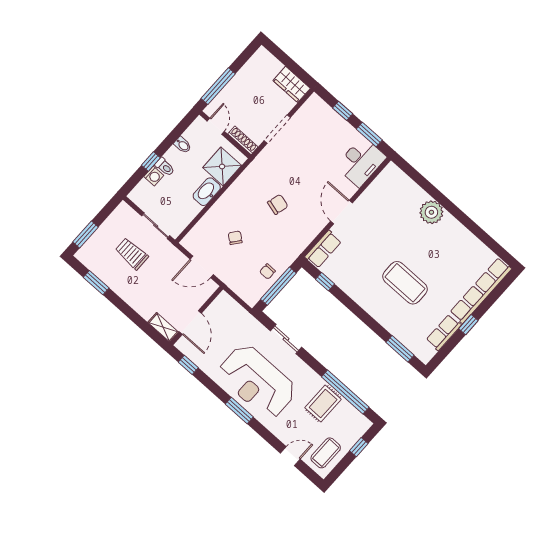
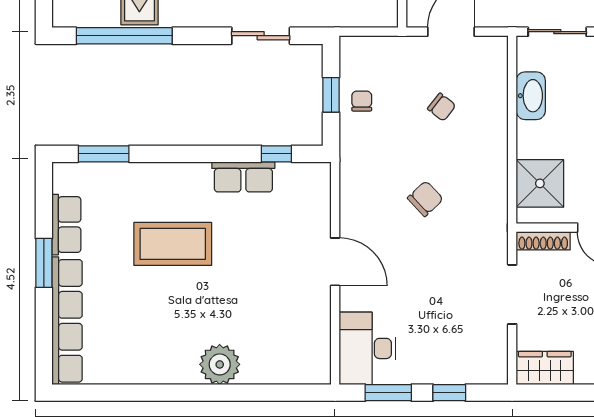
washbasin: (207, 192) -> (531, 96), moved
chair: (278, 204) -> (425, 199), turned -148
row of seats: (323, 249) -> (243, 177), moved, turned -90
window: (278, 286) -> (331, 95), width x0.46
window: (468, 325) -> (44, 263), width x1.50

